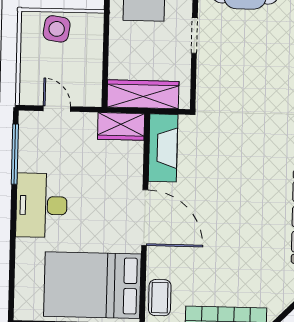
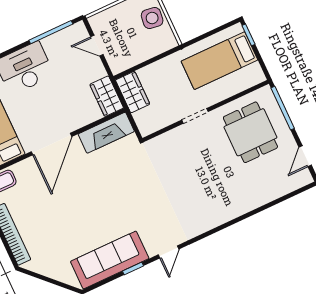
wardrobe: (143, 94) -> (133, 92), width x0.67
door: (57, 109) -> (97, 46), swing flipped

